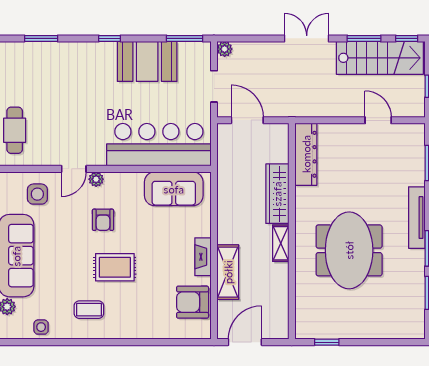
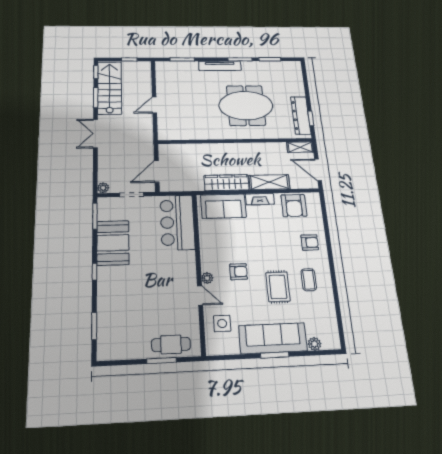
door: (378, 120) -> (154, 105), moved
bar counter: (159, 145) -> (177, 222), width x0.73
dresser: (306, 154) -> (301, 115), moved, turned -90
sofa: (174, 189) -> (223, 206), moved, turned 90
wardrobe: (277, 194) -> (226, 183), moved, turned 180
shelving: (281, 243) -> (300, 147), moved
rug: (115, 267) -> (278, 287), moved
armchair: (139, 317) -> (310, 242), added
side table: (41, 327) -> (327, 316), removed

